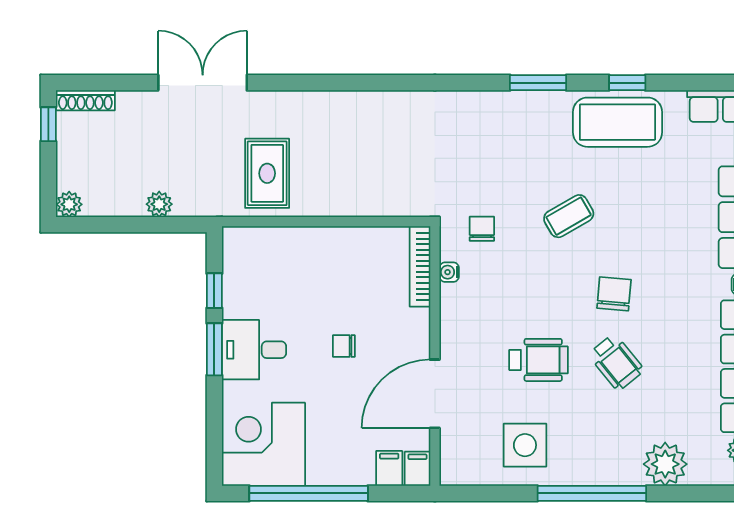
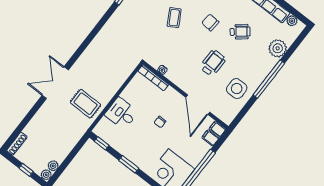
double door: (203, 83) -> (55, 83), moved
window: (48, 124) -> (26, 170), moved
plant: (159, 204) -> (53, 166), moved
chair: (482, 229) -> (157, 49), removed
window: (214, 291) -> (102, 143), moved
desk: (254, 350) -> (121, 113), moved, turned 90
wheelchair: (616, 362) -> (240, 32), moved

